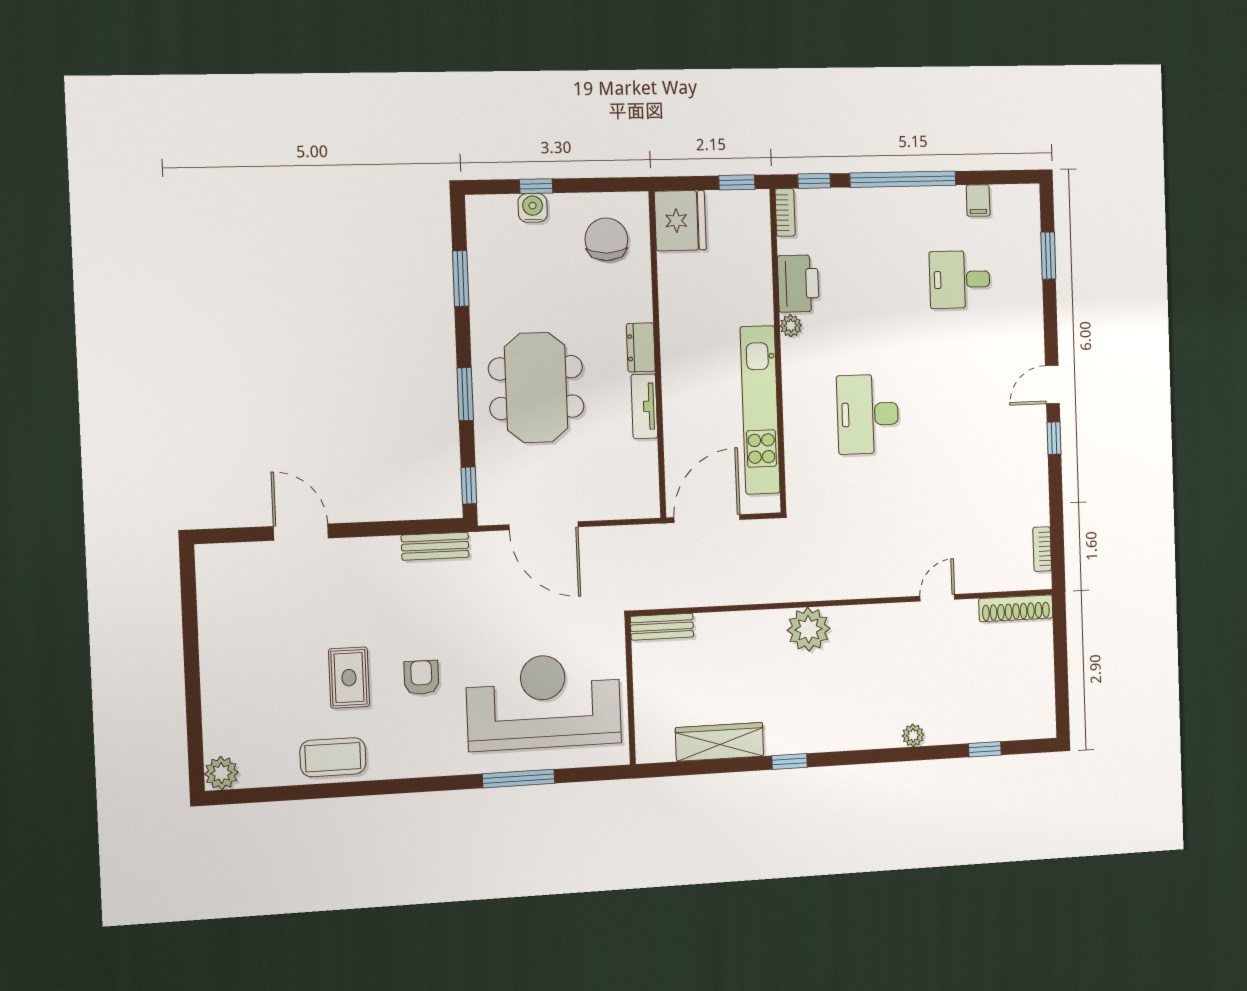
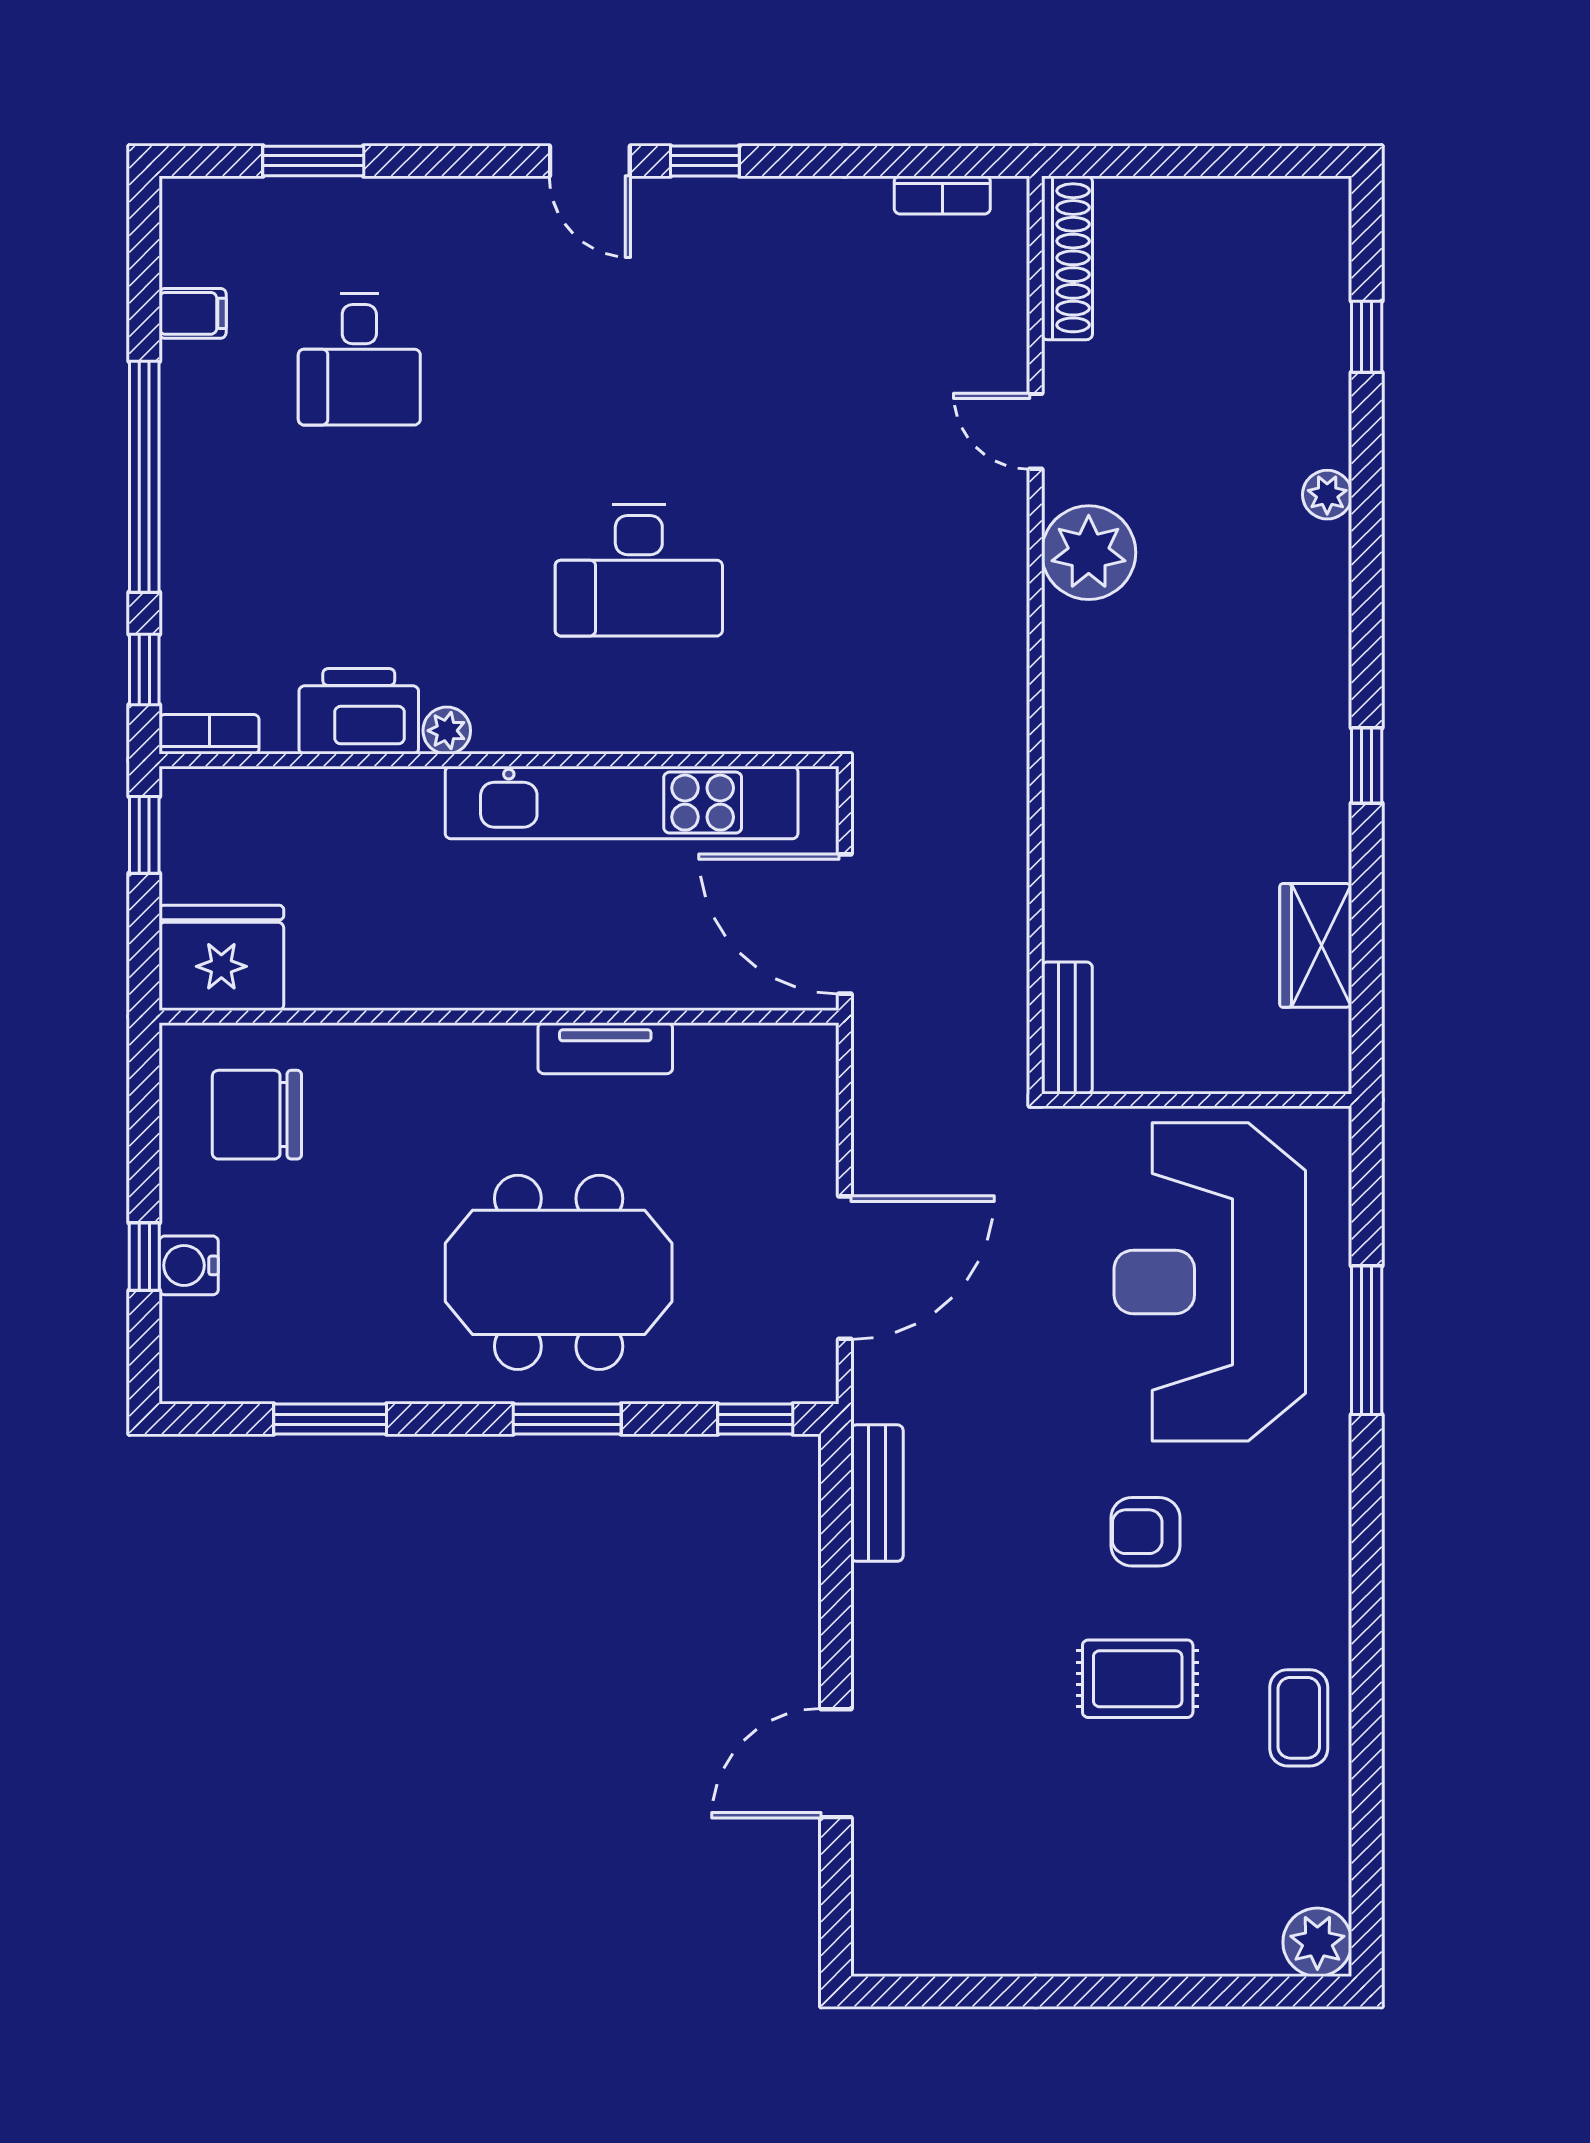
dresser: (641, 347) -> (483, 1051), removed
plant: (808, 629) -> (1089, 553), moved
wardrobe: (720, 742) -> (1316, 945), width x0.67
coffee table: (333, 757) -> (1299, 1718), width x0.73, depth x0.77

